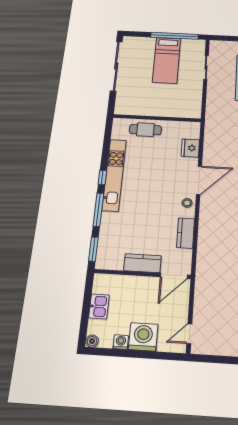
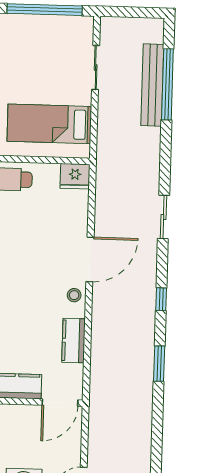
bed: (167, 60) -> (49, 124), moved, turned 90
fridge: (190, 148) -> (75, 176), moved, turned -90

